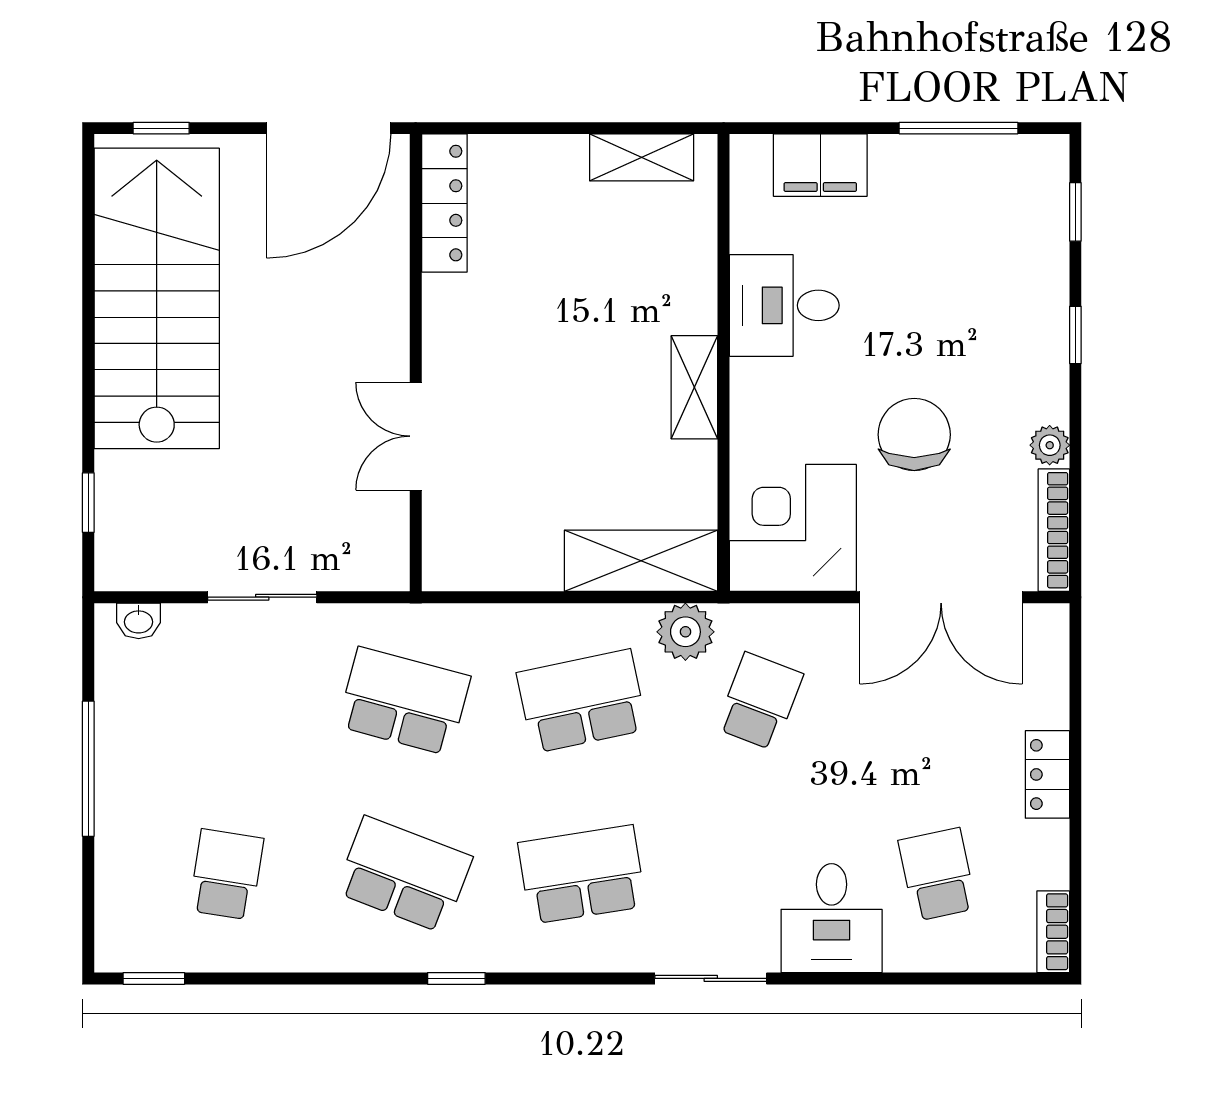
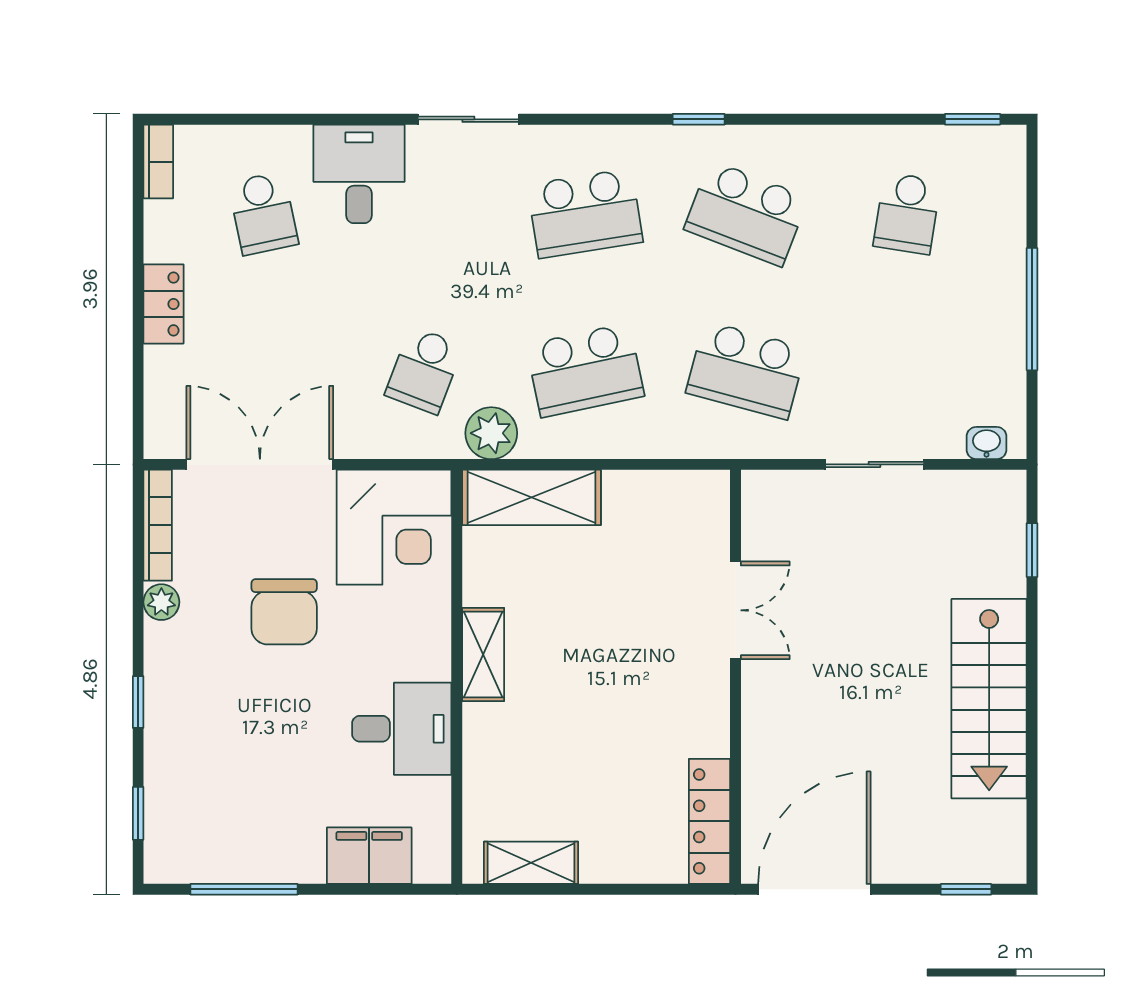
stairs: (157, 298) -> (989, 699), width x0.73, depth x0.66

